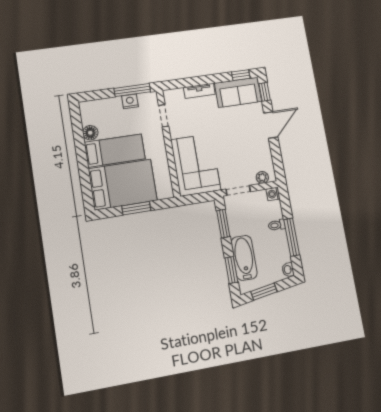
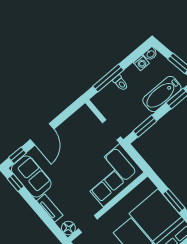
floor lamp: (171, 96) -> (68, 228), added
door: (271, 125) -> (42, 134), swing flipped
plant: (262, 177) -> (89, 116), removed
washing machine: (273, 194) -> (141, 63), moved
window: (292, 237) -> (108, 78), moved

